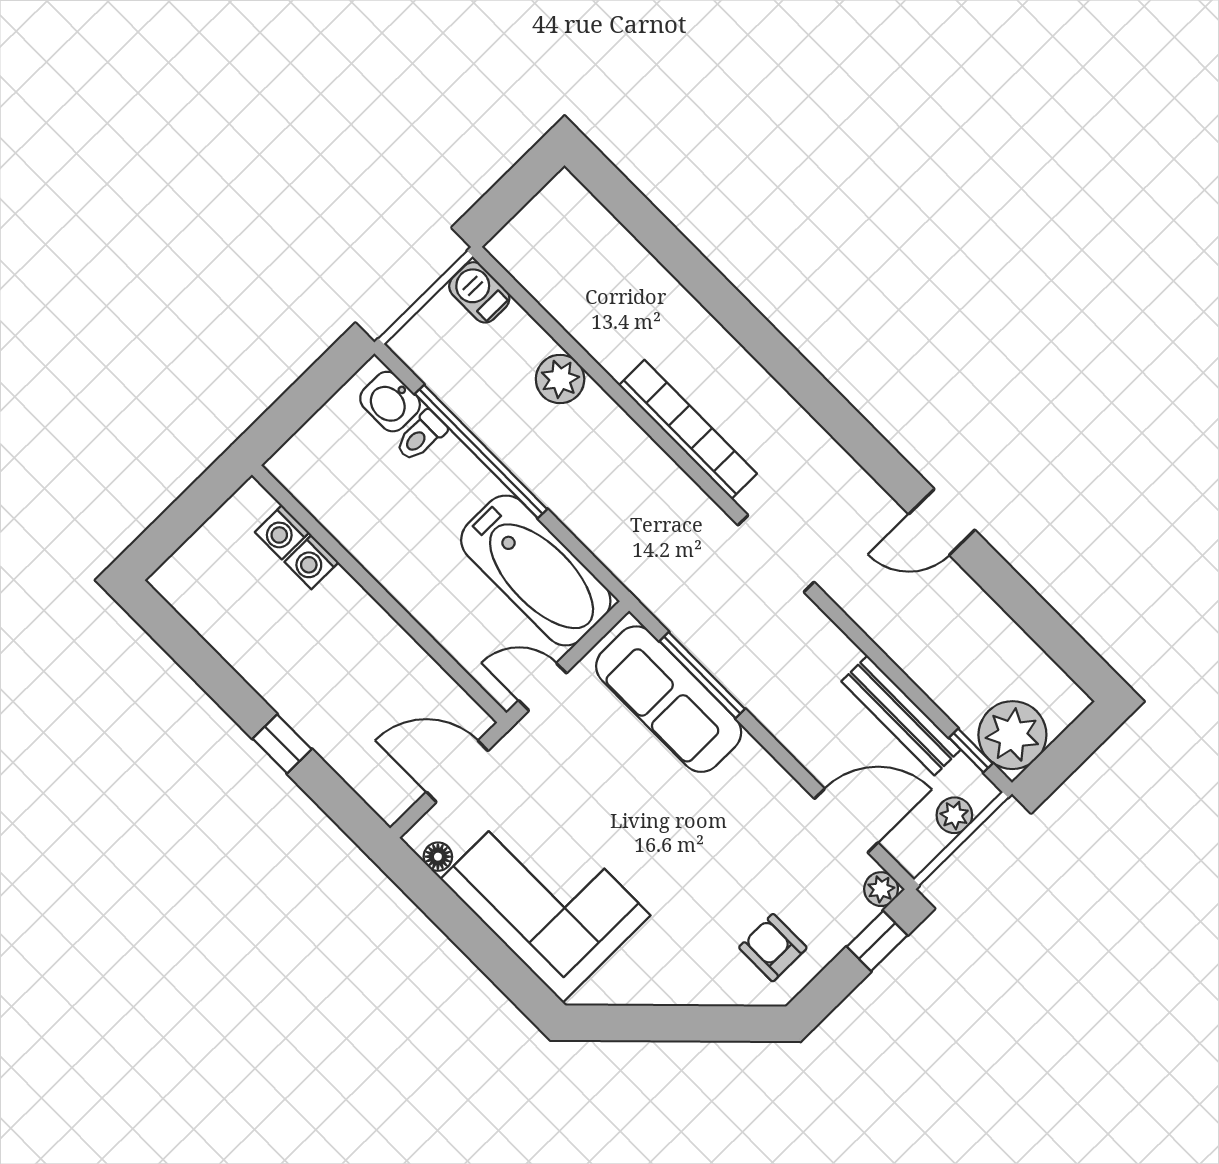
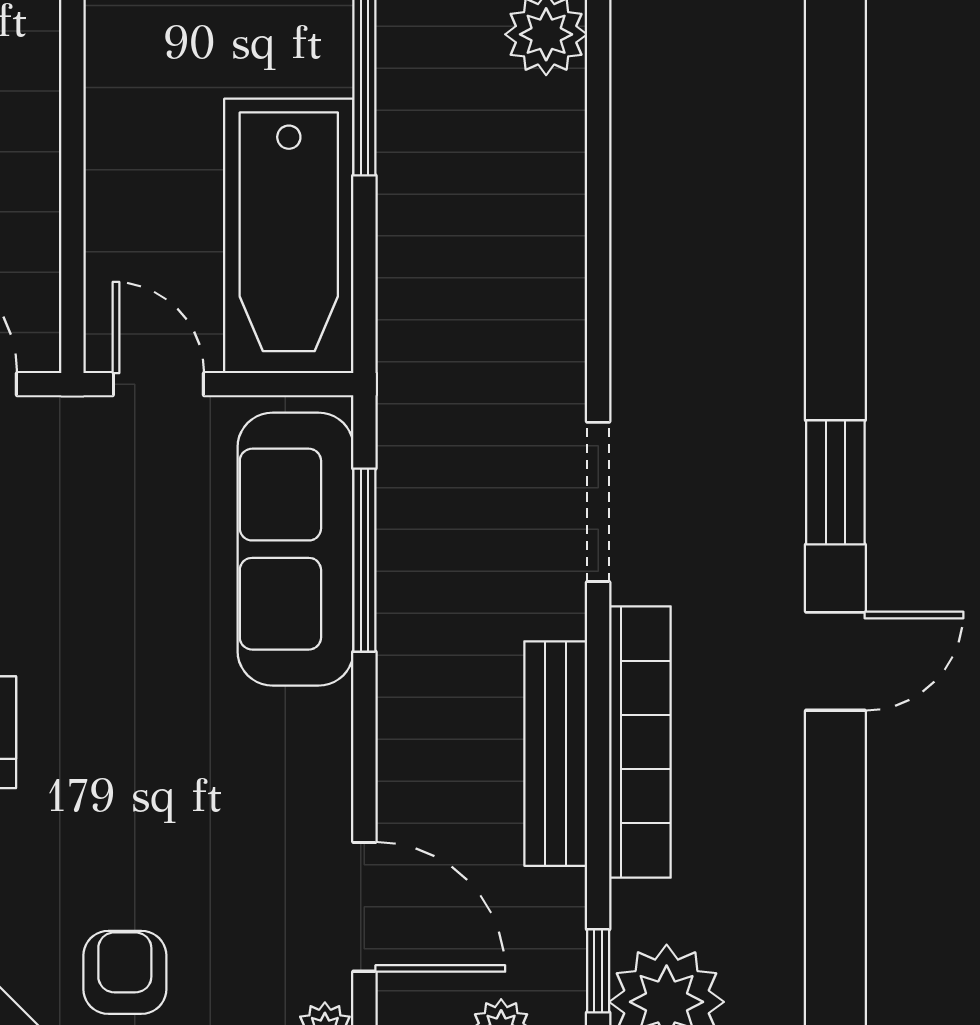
bookcase: (688, 429) -> (640, 742), moved
window: (868, 447) -> (835, 482), added
door: (942, 522) -> (835, 661), swing flipped
bench: (901, 715) -> (556, 754), moved

